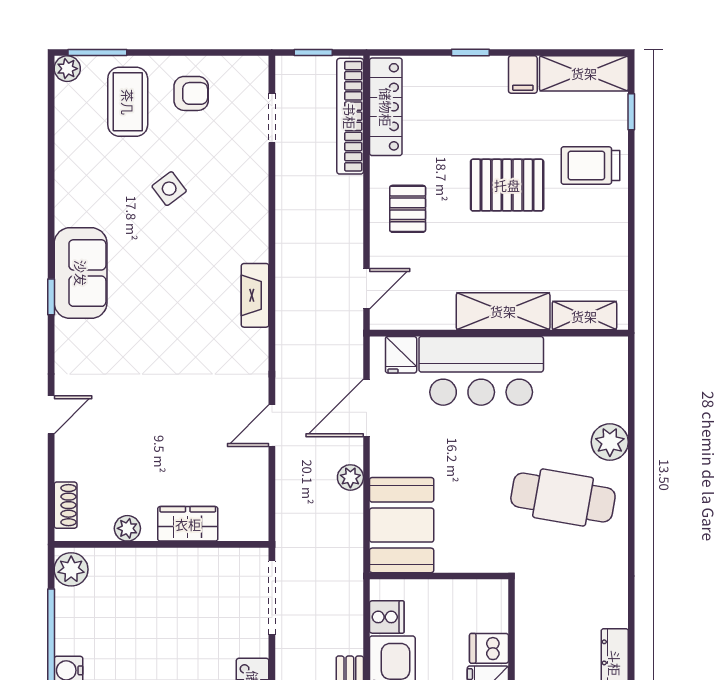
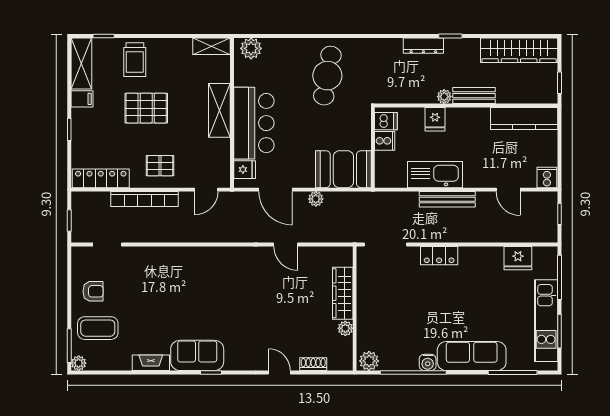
armchair: (191, 93) -> (93, 291), turned 90
bookcase: (350, 116) -> (144, 199), moved
pallet: (507, 185) -> (146, 108), turned 90
side table: (169, 189) -> (148, 304), removed
door: (366, 289) -> (206, 190), swing flipped
fireplace: (255, 295) -> (151, 363), moved, turned 180
shelving: (584, 316) -> (212, 46), moved, turned 90
plant: (610, 442) -> (251, 48), moved
shoe rack: (66, 505) -> (313, 364), moved
wardrobe: (188, 524) -> (343, 293), width x1.50
cooker: (387, 617) -> (385, 141), moved, turned 90
dishwasher: (489, 648) -> (386, 121), moved, turned -90

